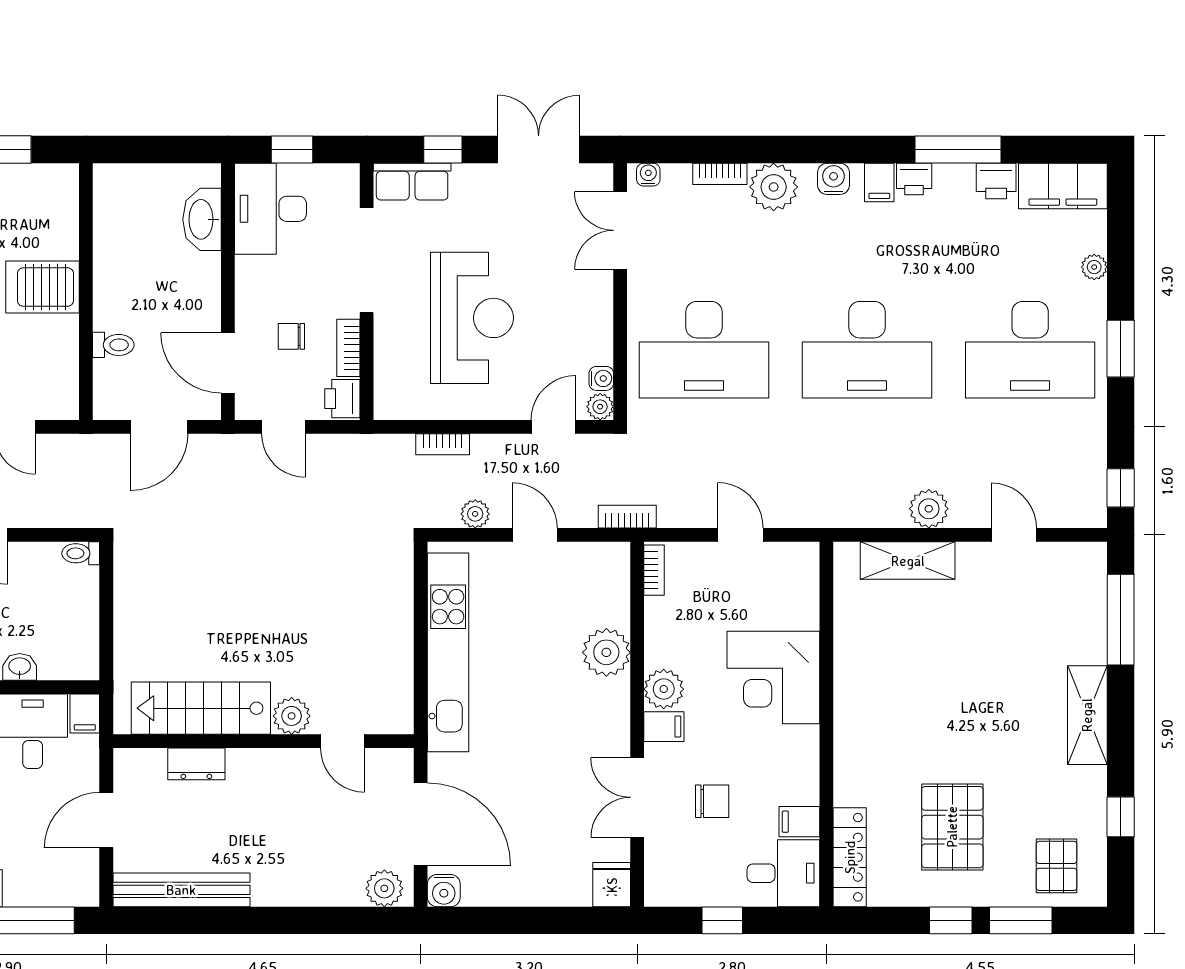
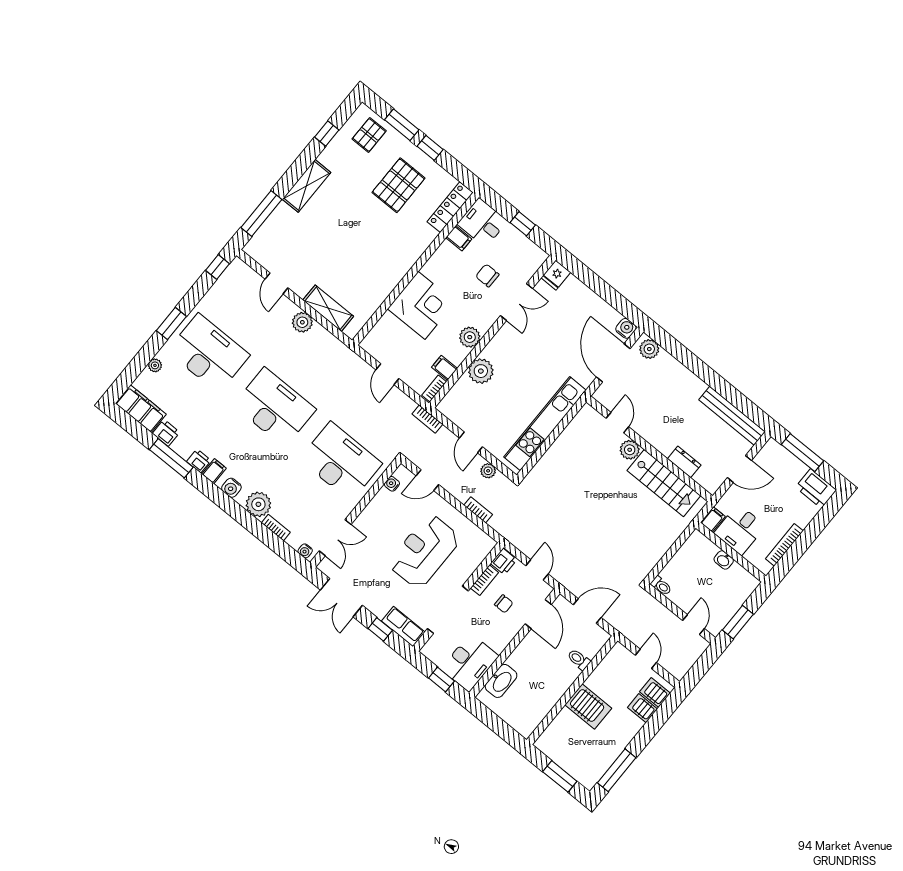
plant: (600, 407) -> (402, 473), removed
filing cabinet: (664, 727) -> (444, 368), moved

